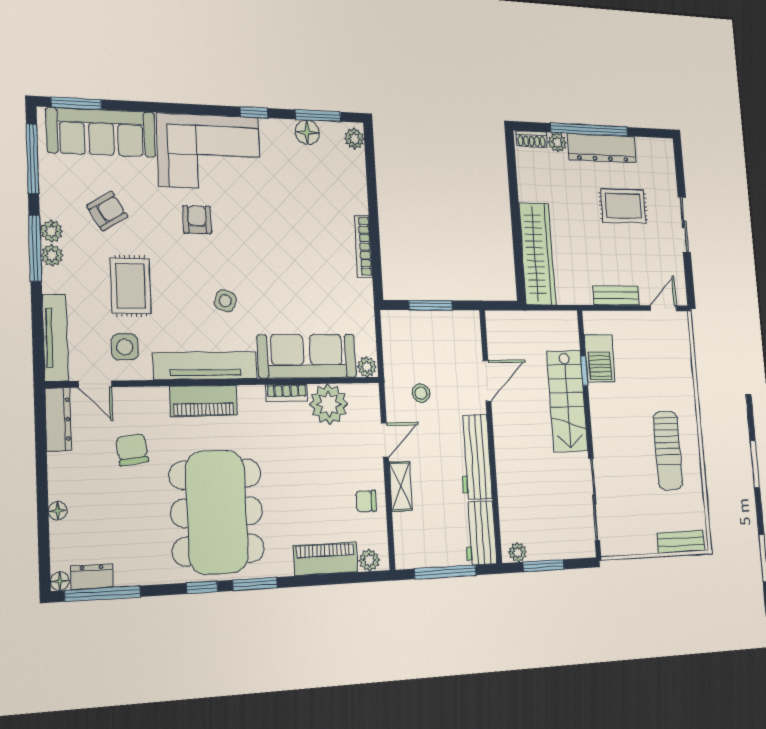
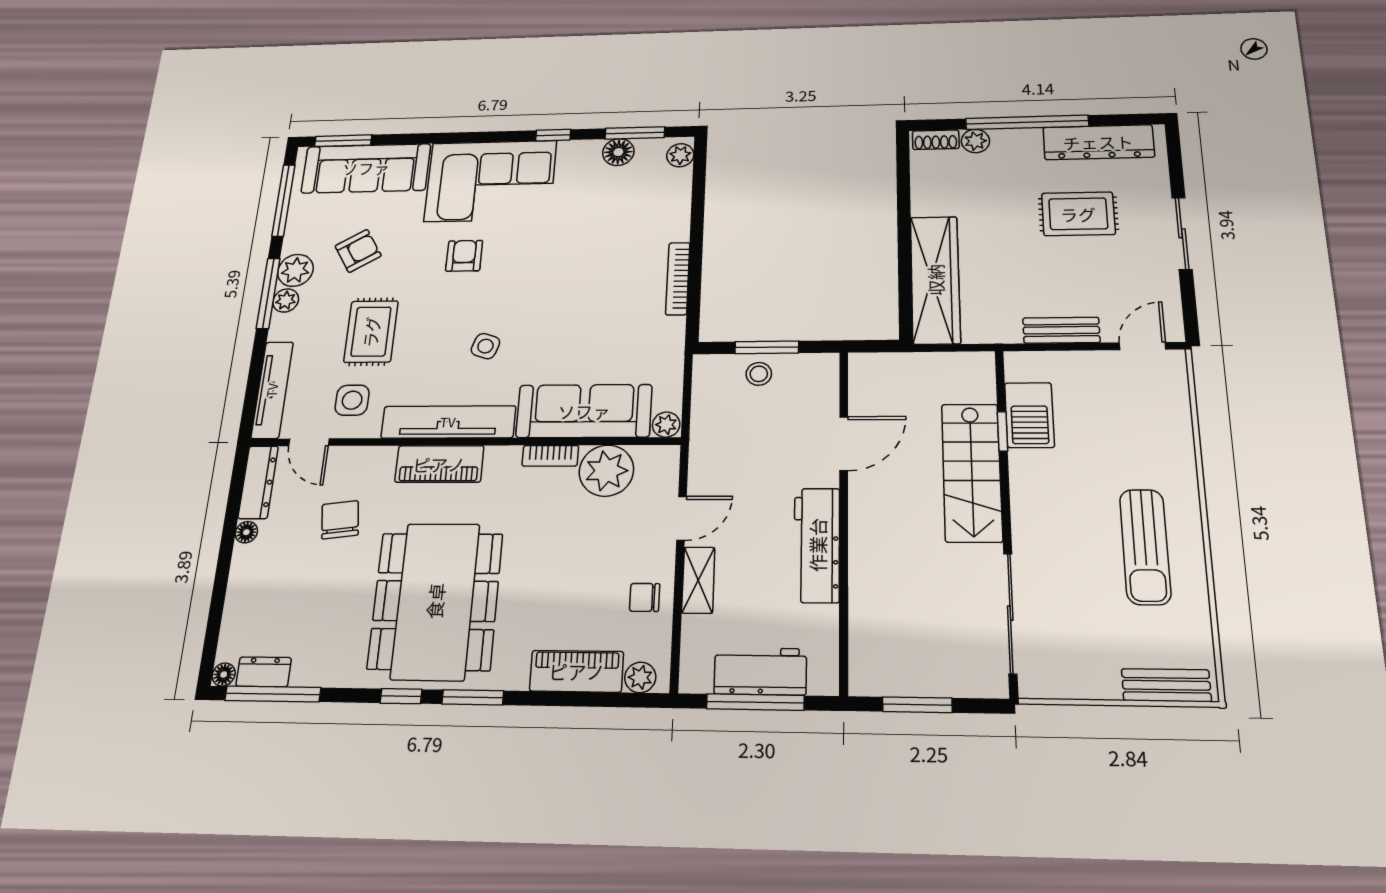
dresser: (602, 148) -> (1098, 142), moved
plant: (51, 231) -> (295, 270), width x1.38, depth x1.38
stool: (421, 393) -> (759, 374), moved
floor lamp: (58, 511) -> (246, 532), moved
workbench: (480, 533) -> (760, 671), moved, turned 90
plant: (518, 552) -> (875, 682), removed

